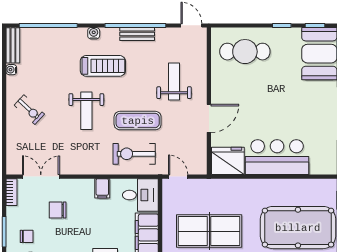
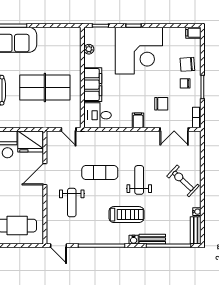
bench: (137, 34) -> (152, 239), moved
treadmill: (103, 66) -> (126, 215), turned 180
exercise bike: (29, 110) -> (183, 181), width x1.38, depth x1.39
exercise bike: (134, 154) -> (102, 147), removed
filing cabinet: (102, 188) -> (138, 120), moved

